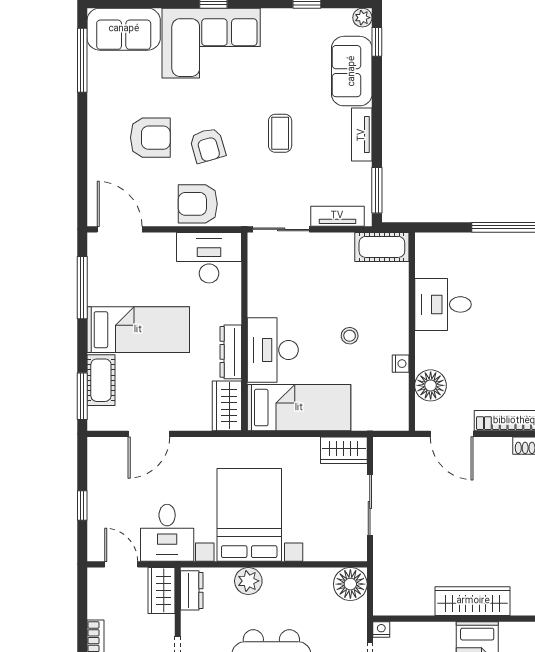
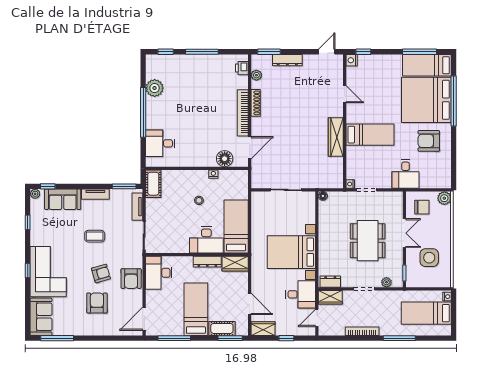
desk: (443, 304) -> (160, 143), moved, turned 90
wardrobe: (344, 450) -> (263, 329), moved, turned -90
plant: (248, 581) -> (325, 253), removed
floor lamp: (350, 584) -> (323, 196), width x0.53, depth x0.53

